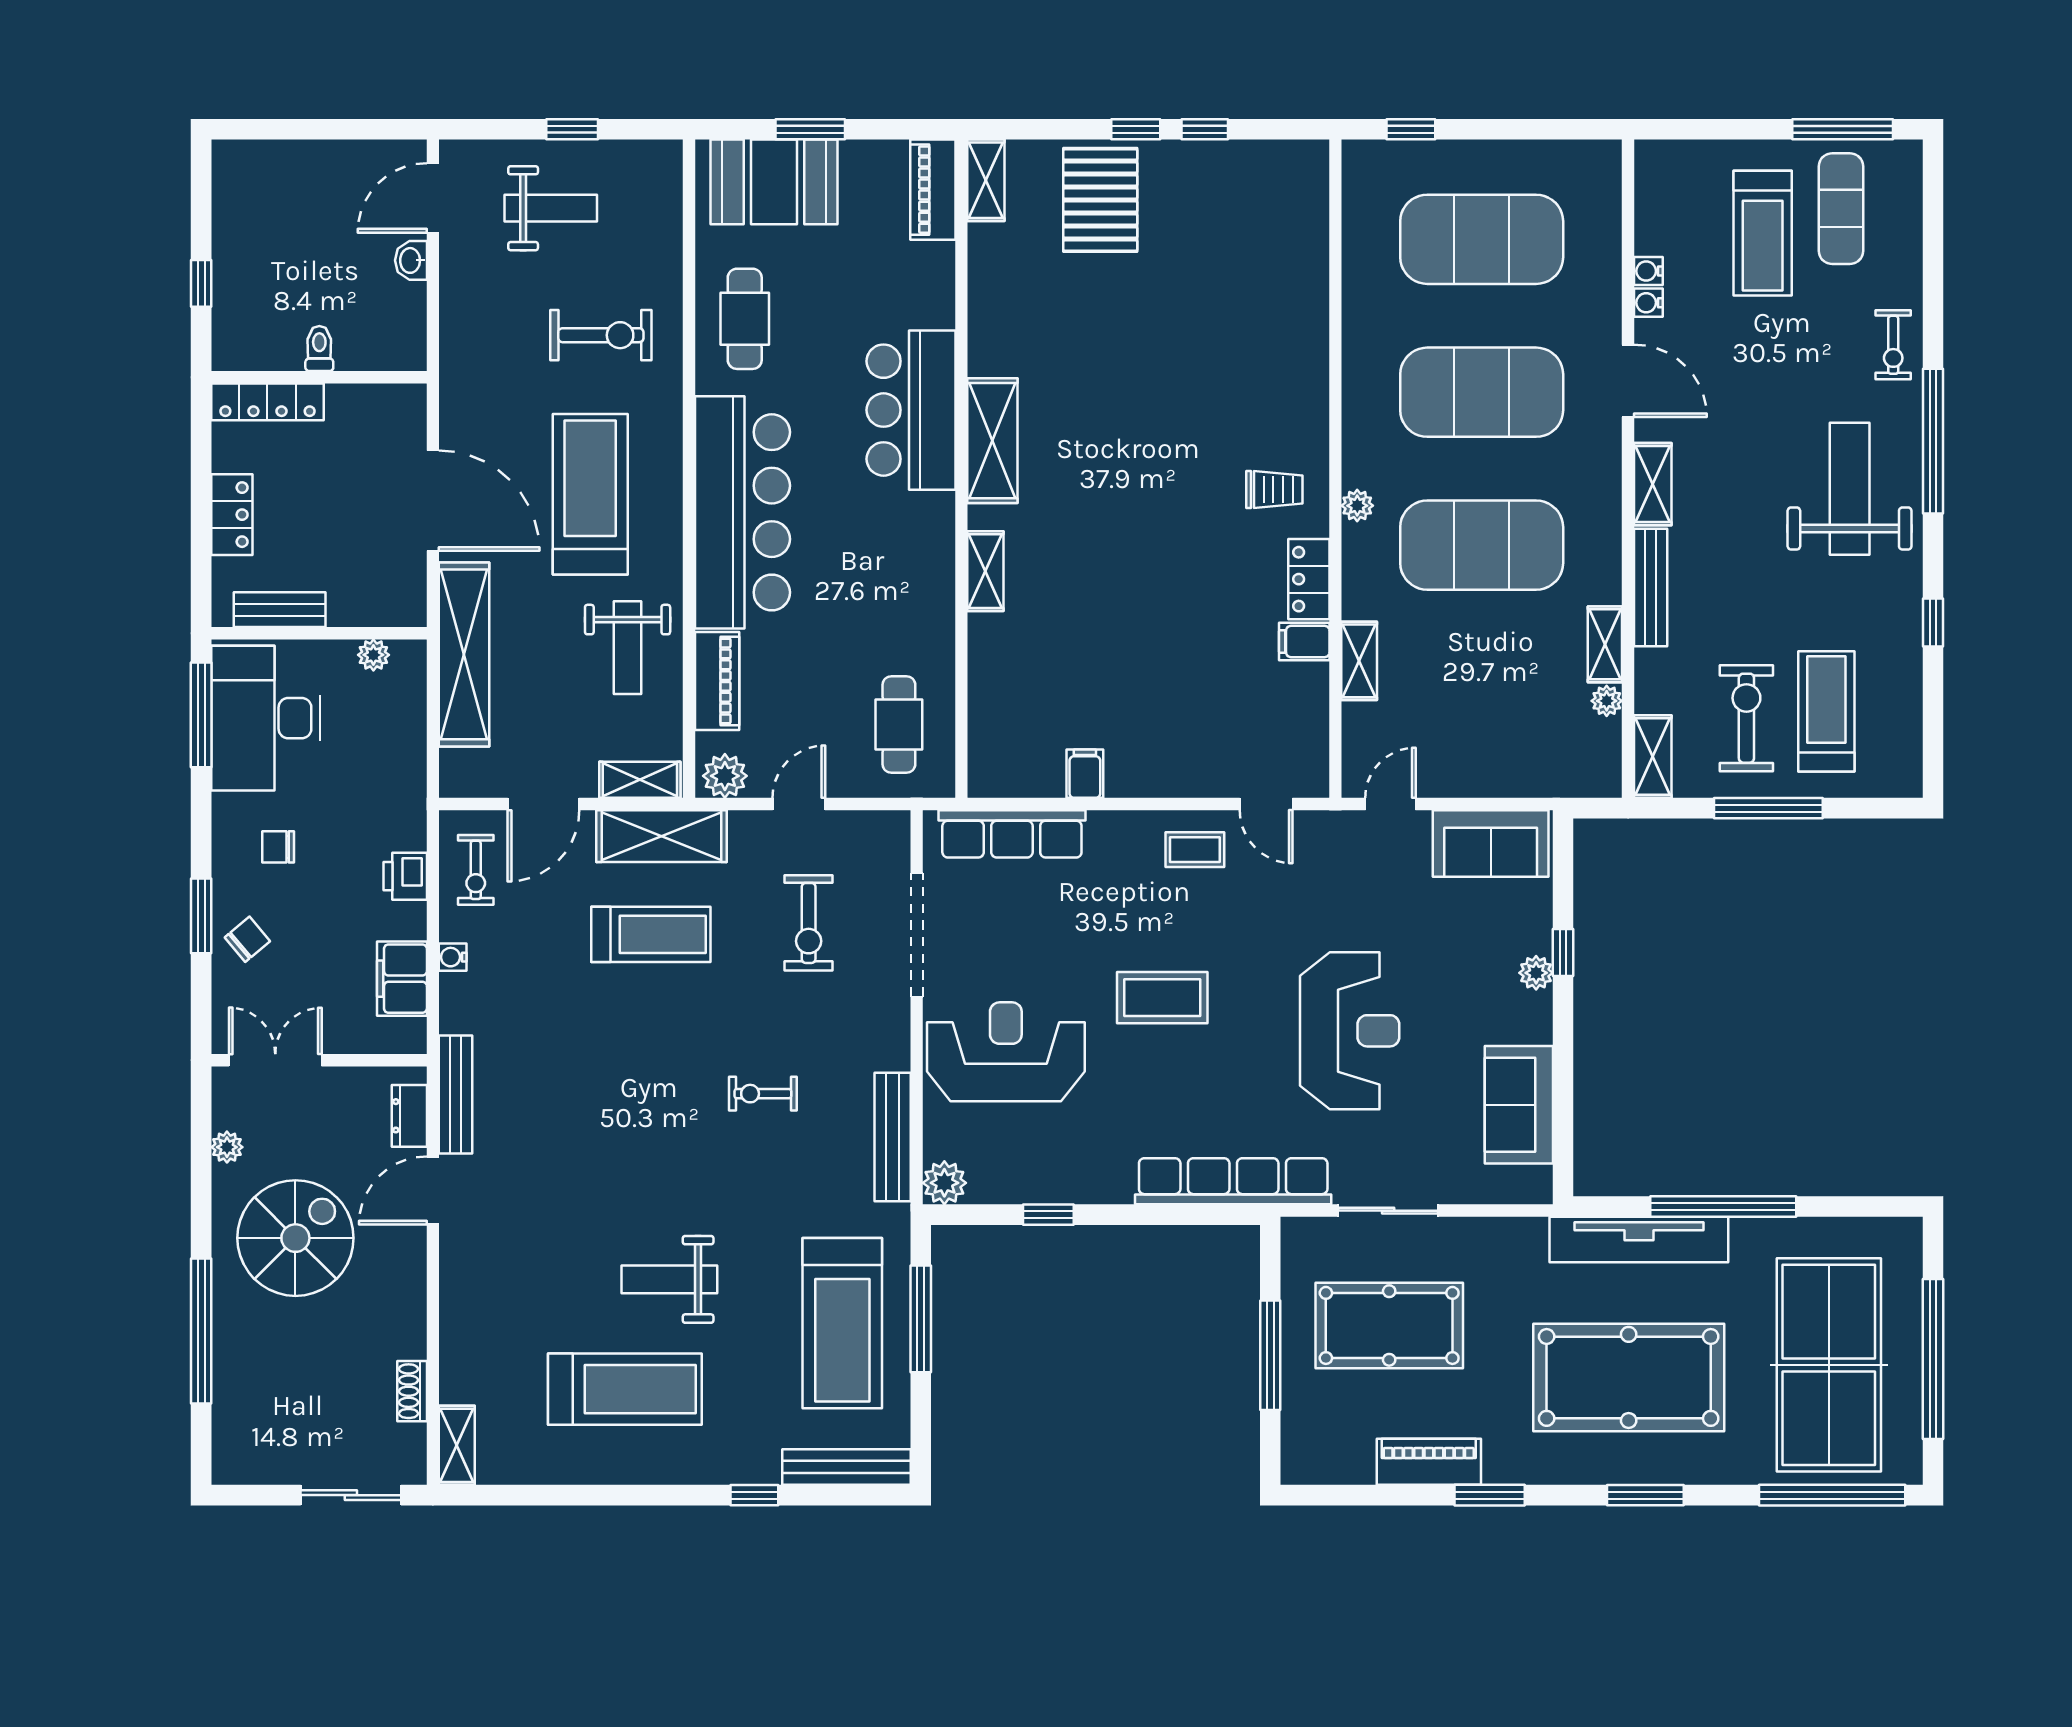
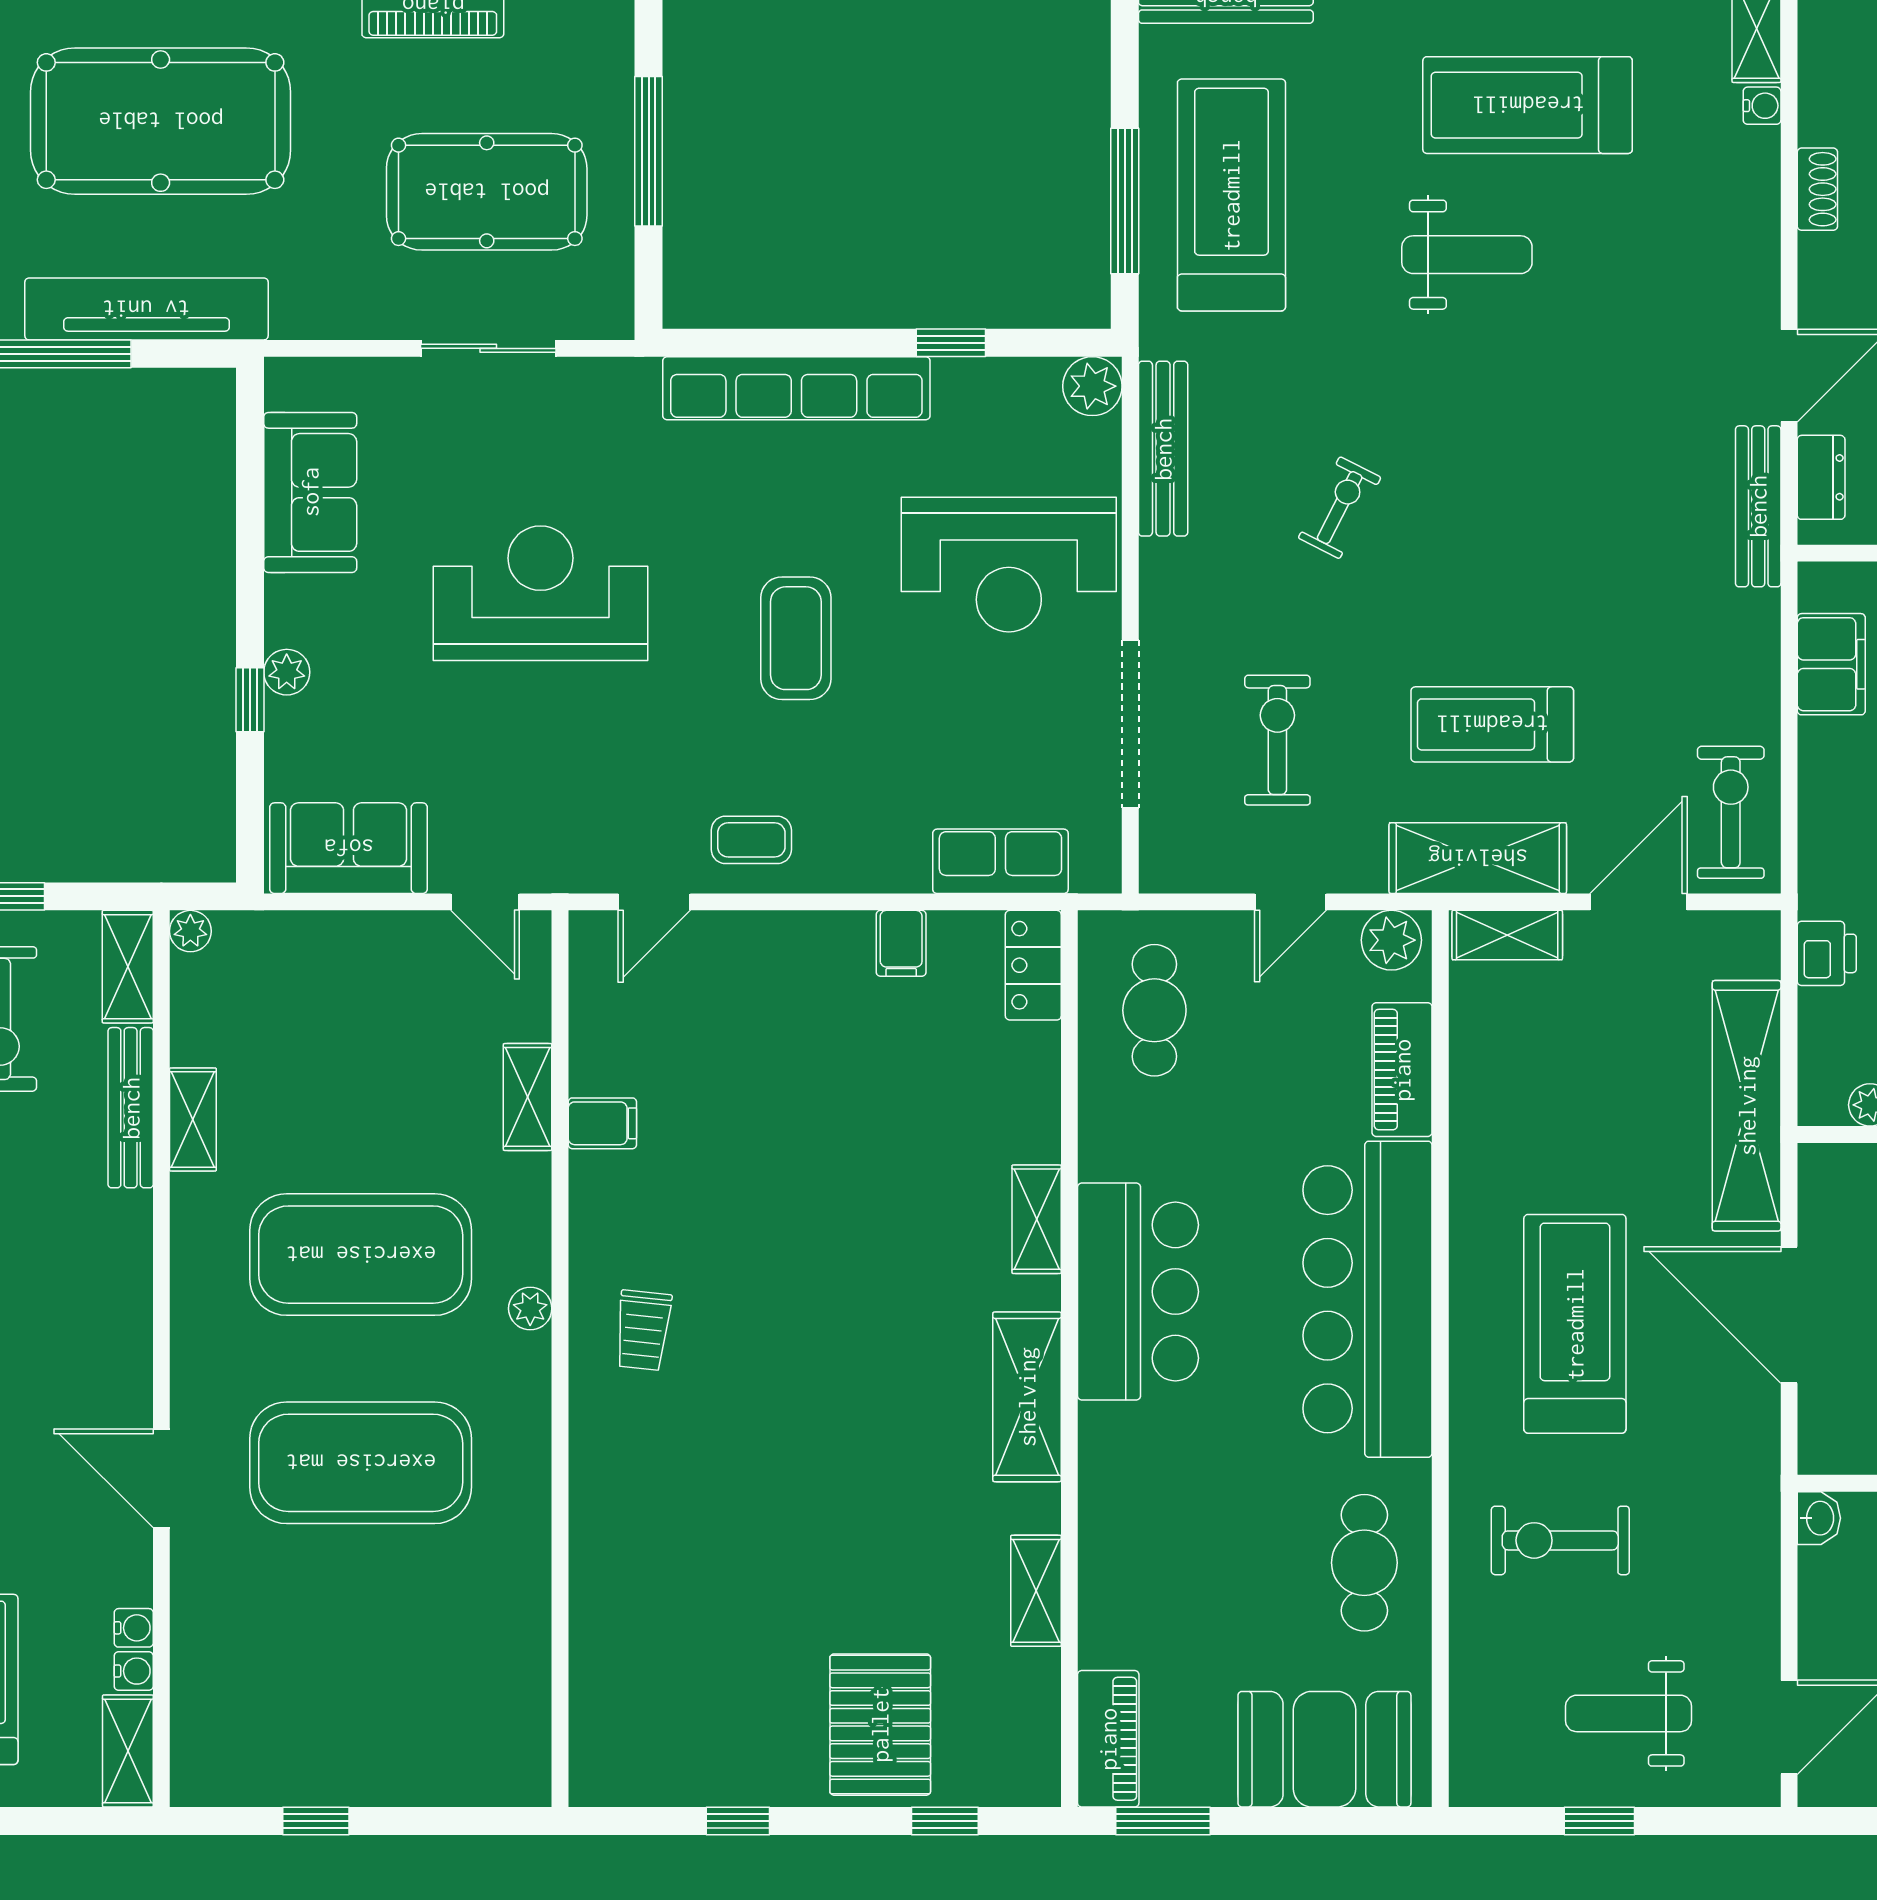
window: (810, 129) -> (1163, 1821), moved
window: (1136, 129) -> (945, 1821), moved
window: (1411, 129) -> (316, 1821), moved
shelving: (986, 180) -> (1036, 1591), moved
exercise mat: (1482, 239) -> (361, 1671), removed
washbasin: (411, 260) -> (1819, 1518), moved
water cooler: (1648, 303) -> (134, 1671), moved
bar counter: (911, 410) -> (1138, 1292), moved
shelving: (1653, 484) -> (128, 1751), moved
trolley: (1274, 490) -> (643, 1330), turned -84
treadmill: (590, 494) -> (1575, 1324), turned 180
locker: (1309, 579) -> (1033, 965), moved, turned 180
bench: (1651, 587) -> (131, 1108), moved
weight bench: (628, 648) -> (1524, 1115), removed
plant: (1607, 701) -> (190, 931), moved
door: (1266, 804) -> (654, 902), swing flipped
door: (1390, 804) -> (485, 902), hinge flipped
row of seats: (1012, 834) -> (1000, 861), width x0.68
exercise bike: (476, 870) -> (1731, 812), width x1.38, depth x1.39
printer: (405, 876) -> (1827, 953), moved
water cooler: (453, 957) -> (1762, 106), moved
coffee table: (1162, 998) -> (796, 638), turned 90
reception desk: (1350, 1031) -> (540, 593), turned 90
exercise bike: (763, 1094) -> (1340, 508), turned -63
row of seats: (1233, 1181) -> (796, 388), moved
shoe rack: (412, 1391) -> (1817, 189), moved

